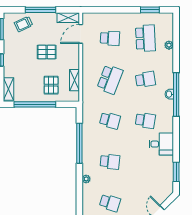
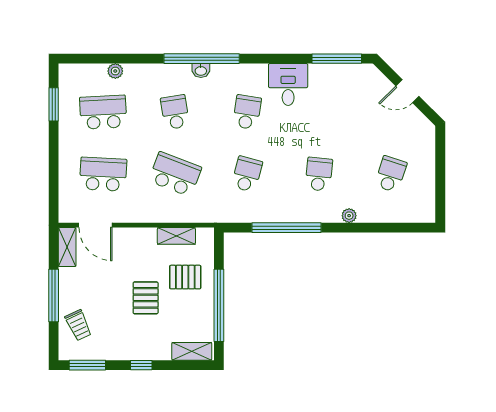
school desk: (110, 38) -> (103, 174), width x1.85
pallet: (47, 52) -> (146, 298), moved
window: (176, 172) -> (337, 59), width x1.44

